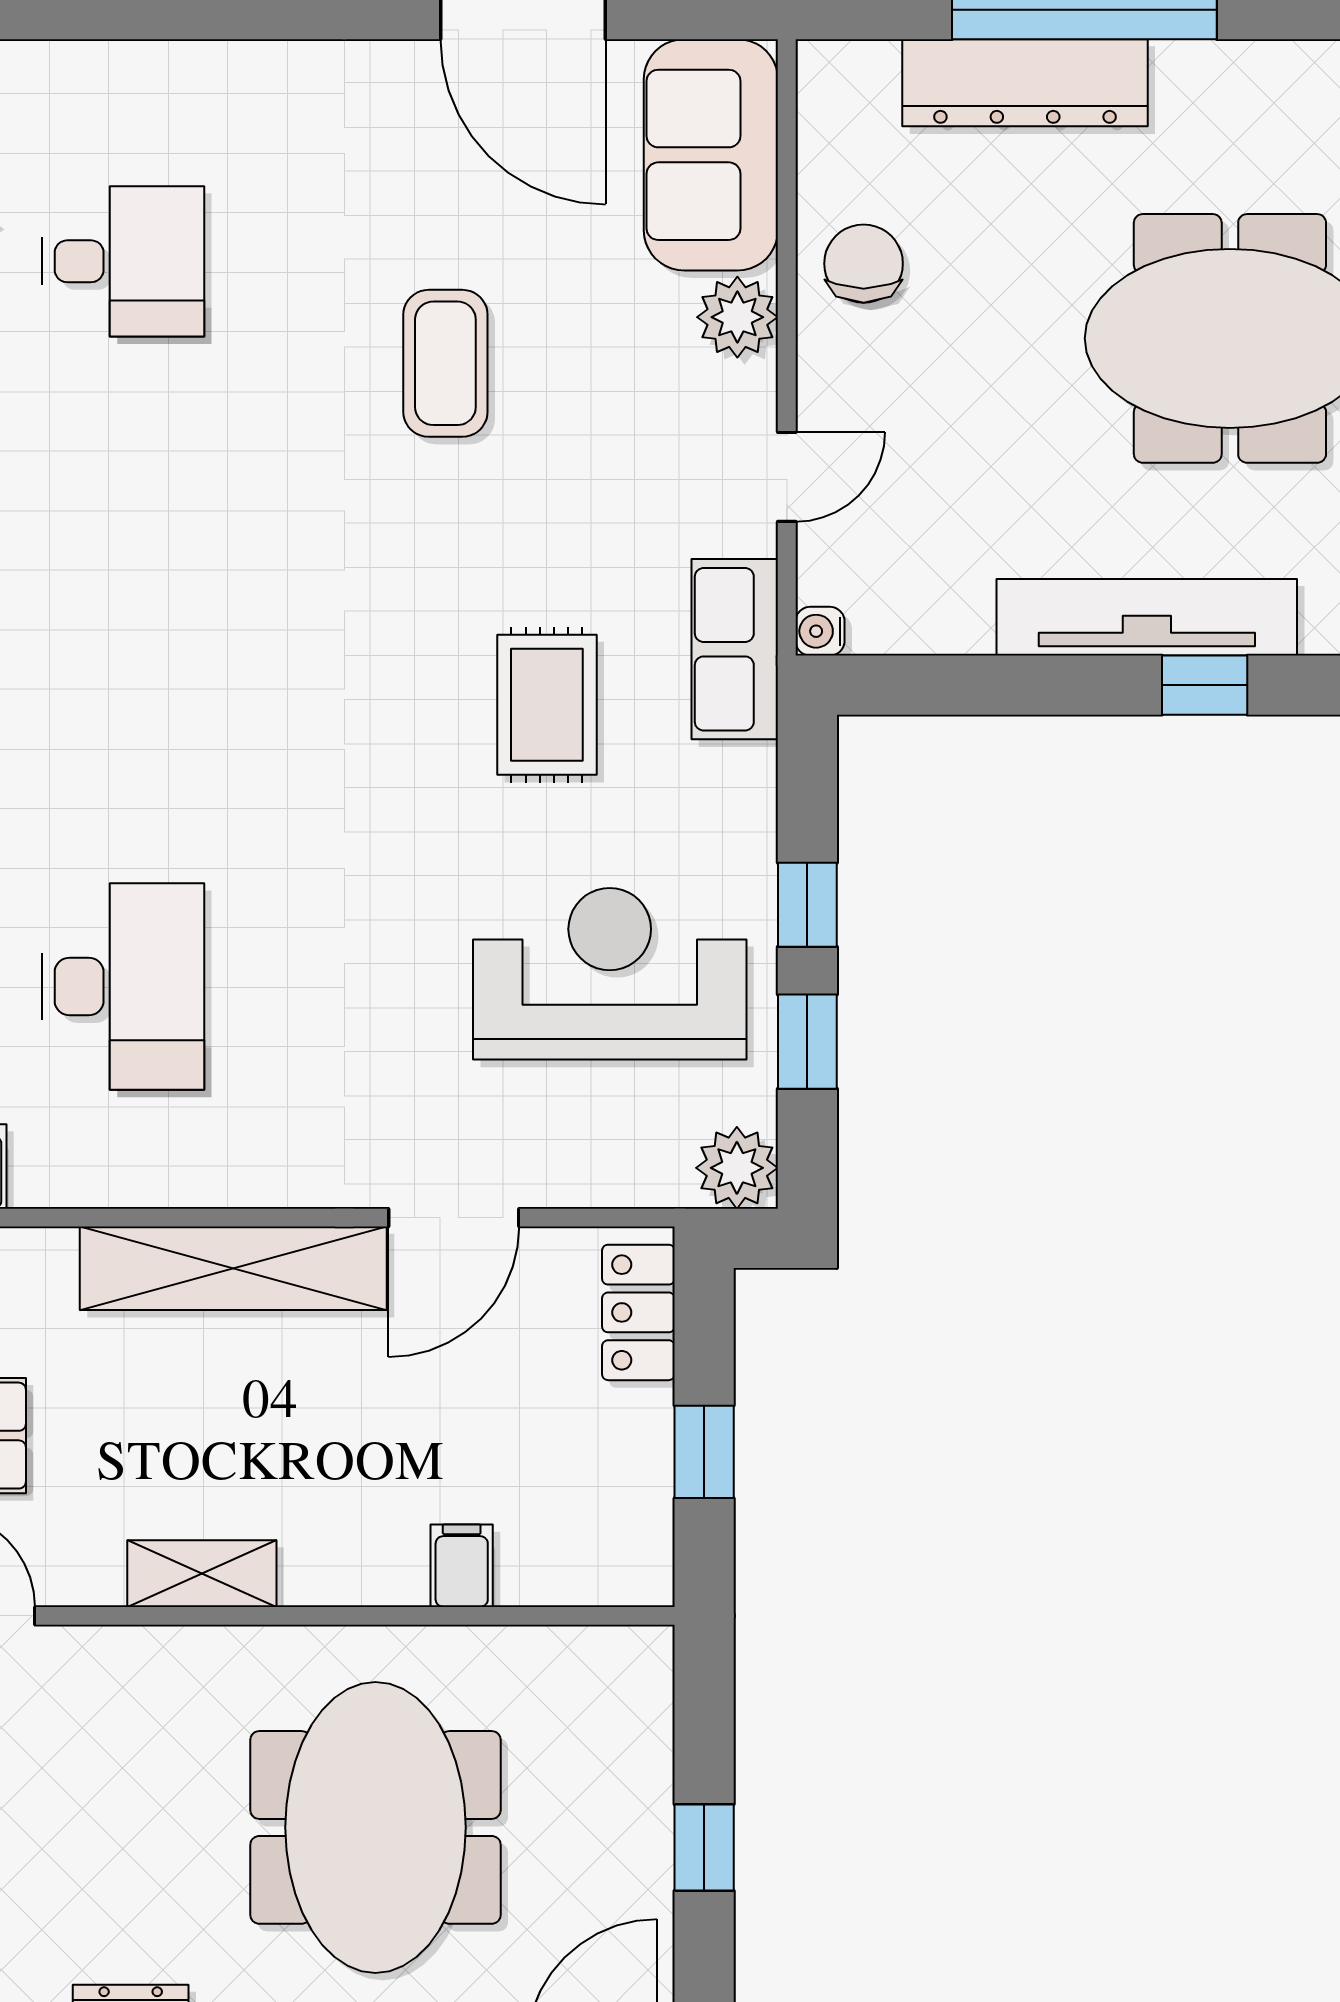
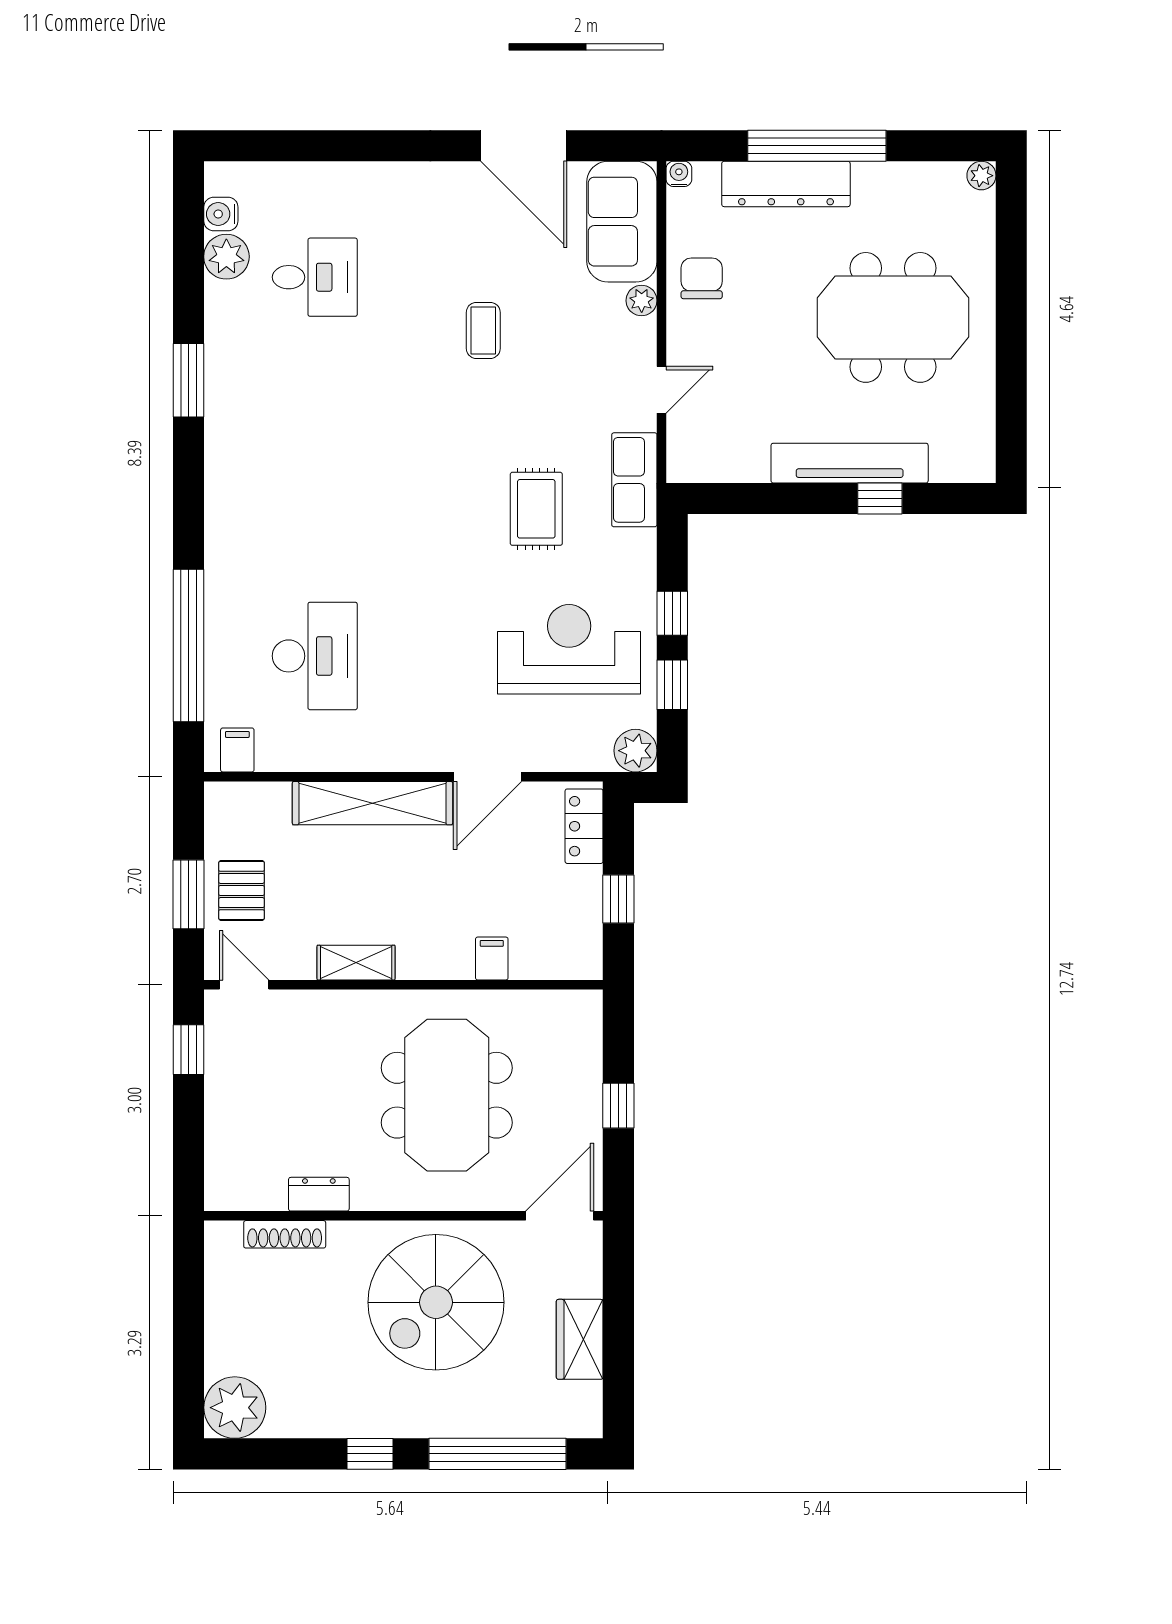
plant: (737, 317) -> (642, 301), width x0.73, depth x0.73
coffee table: (445, 363) -> (483, 330), width x0.73, depth x0.77
water cooler: (820, 631) -> (679, 174), moved, turned 90

